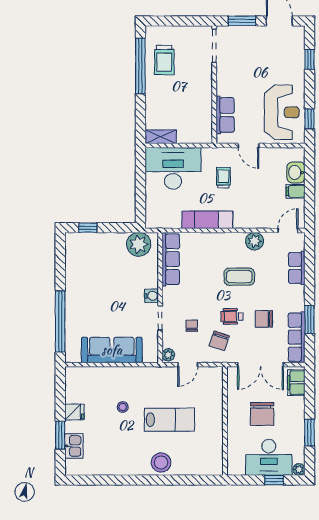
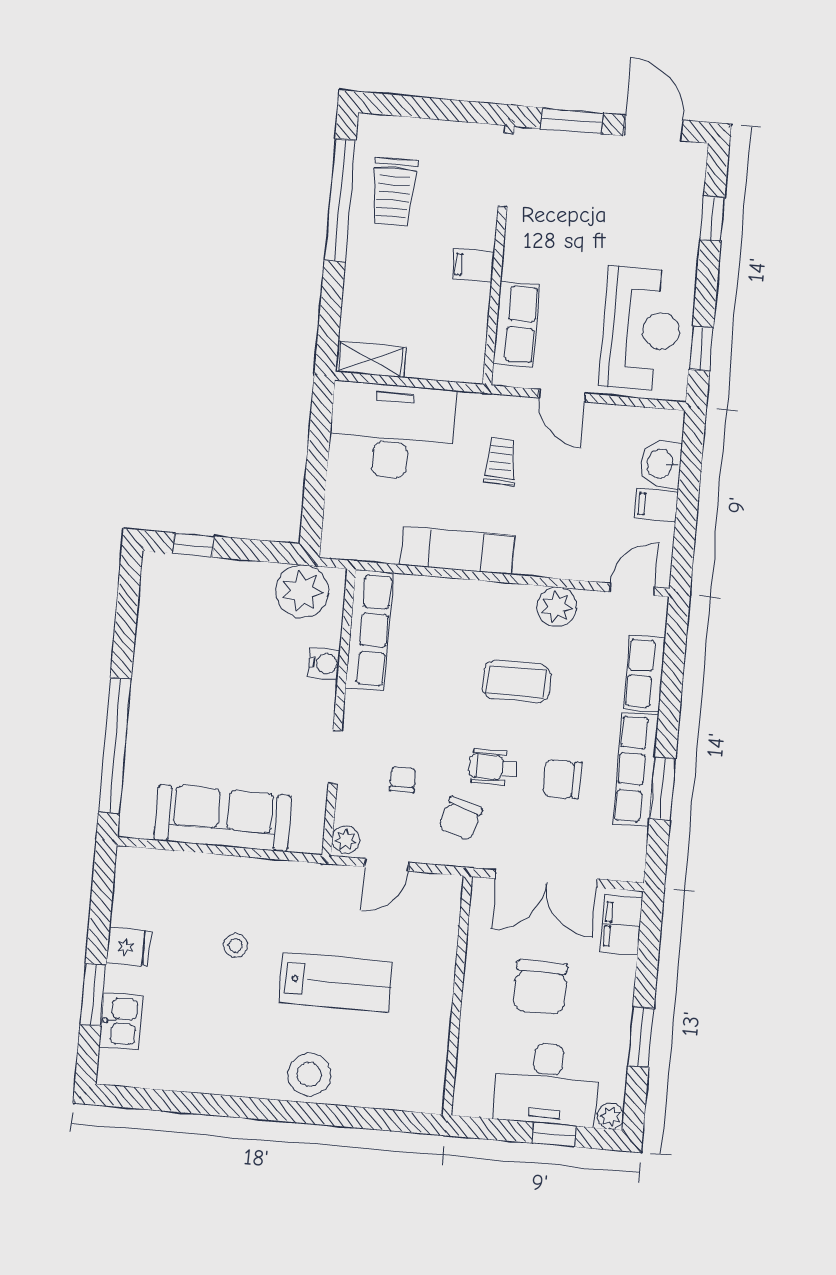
filing cabinet: (203, 90) -> (473, 265), added
water cooler: (152, 296) -> (324, 664), moved
row of seats: (297, 337) -> (636, 769), moved

